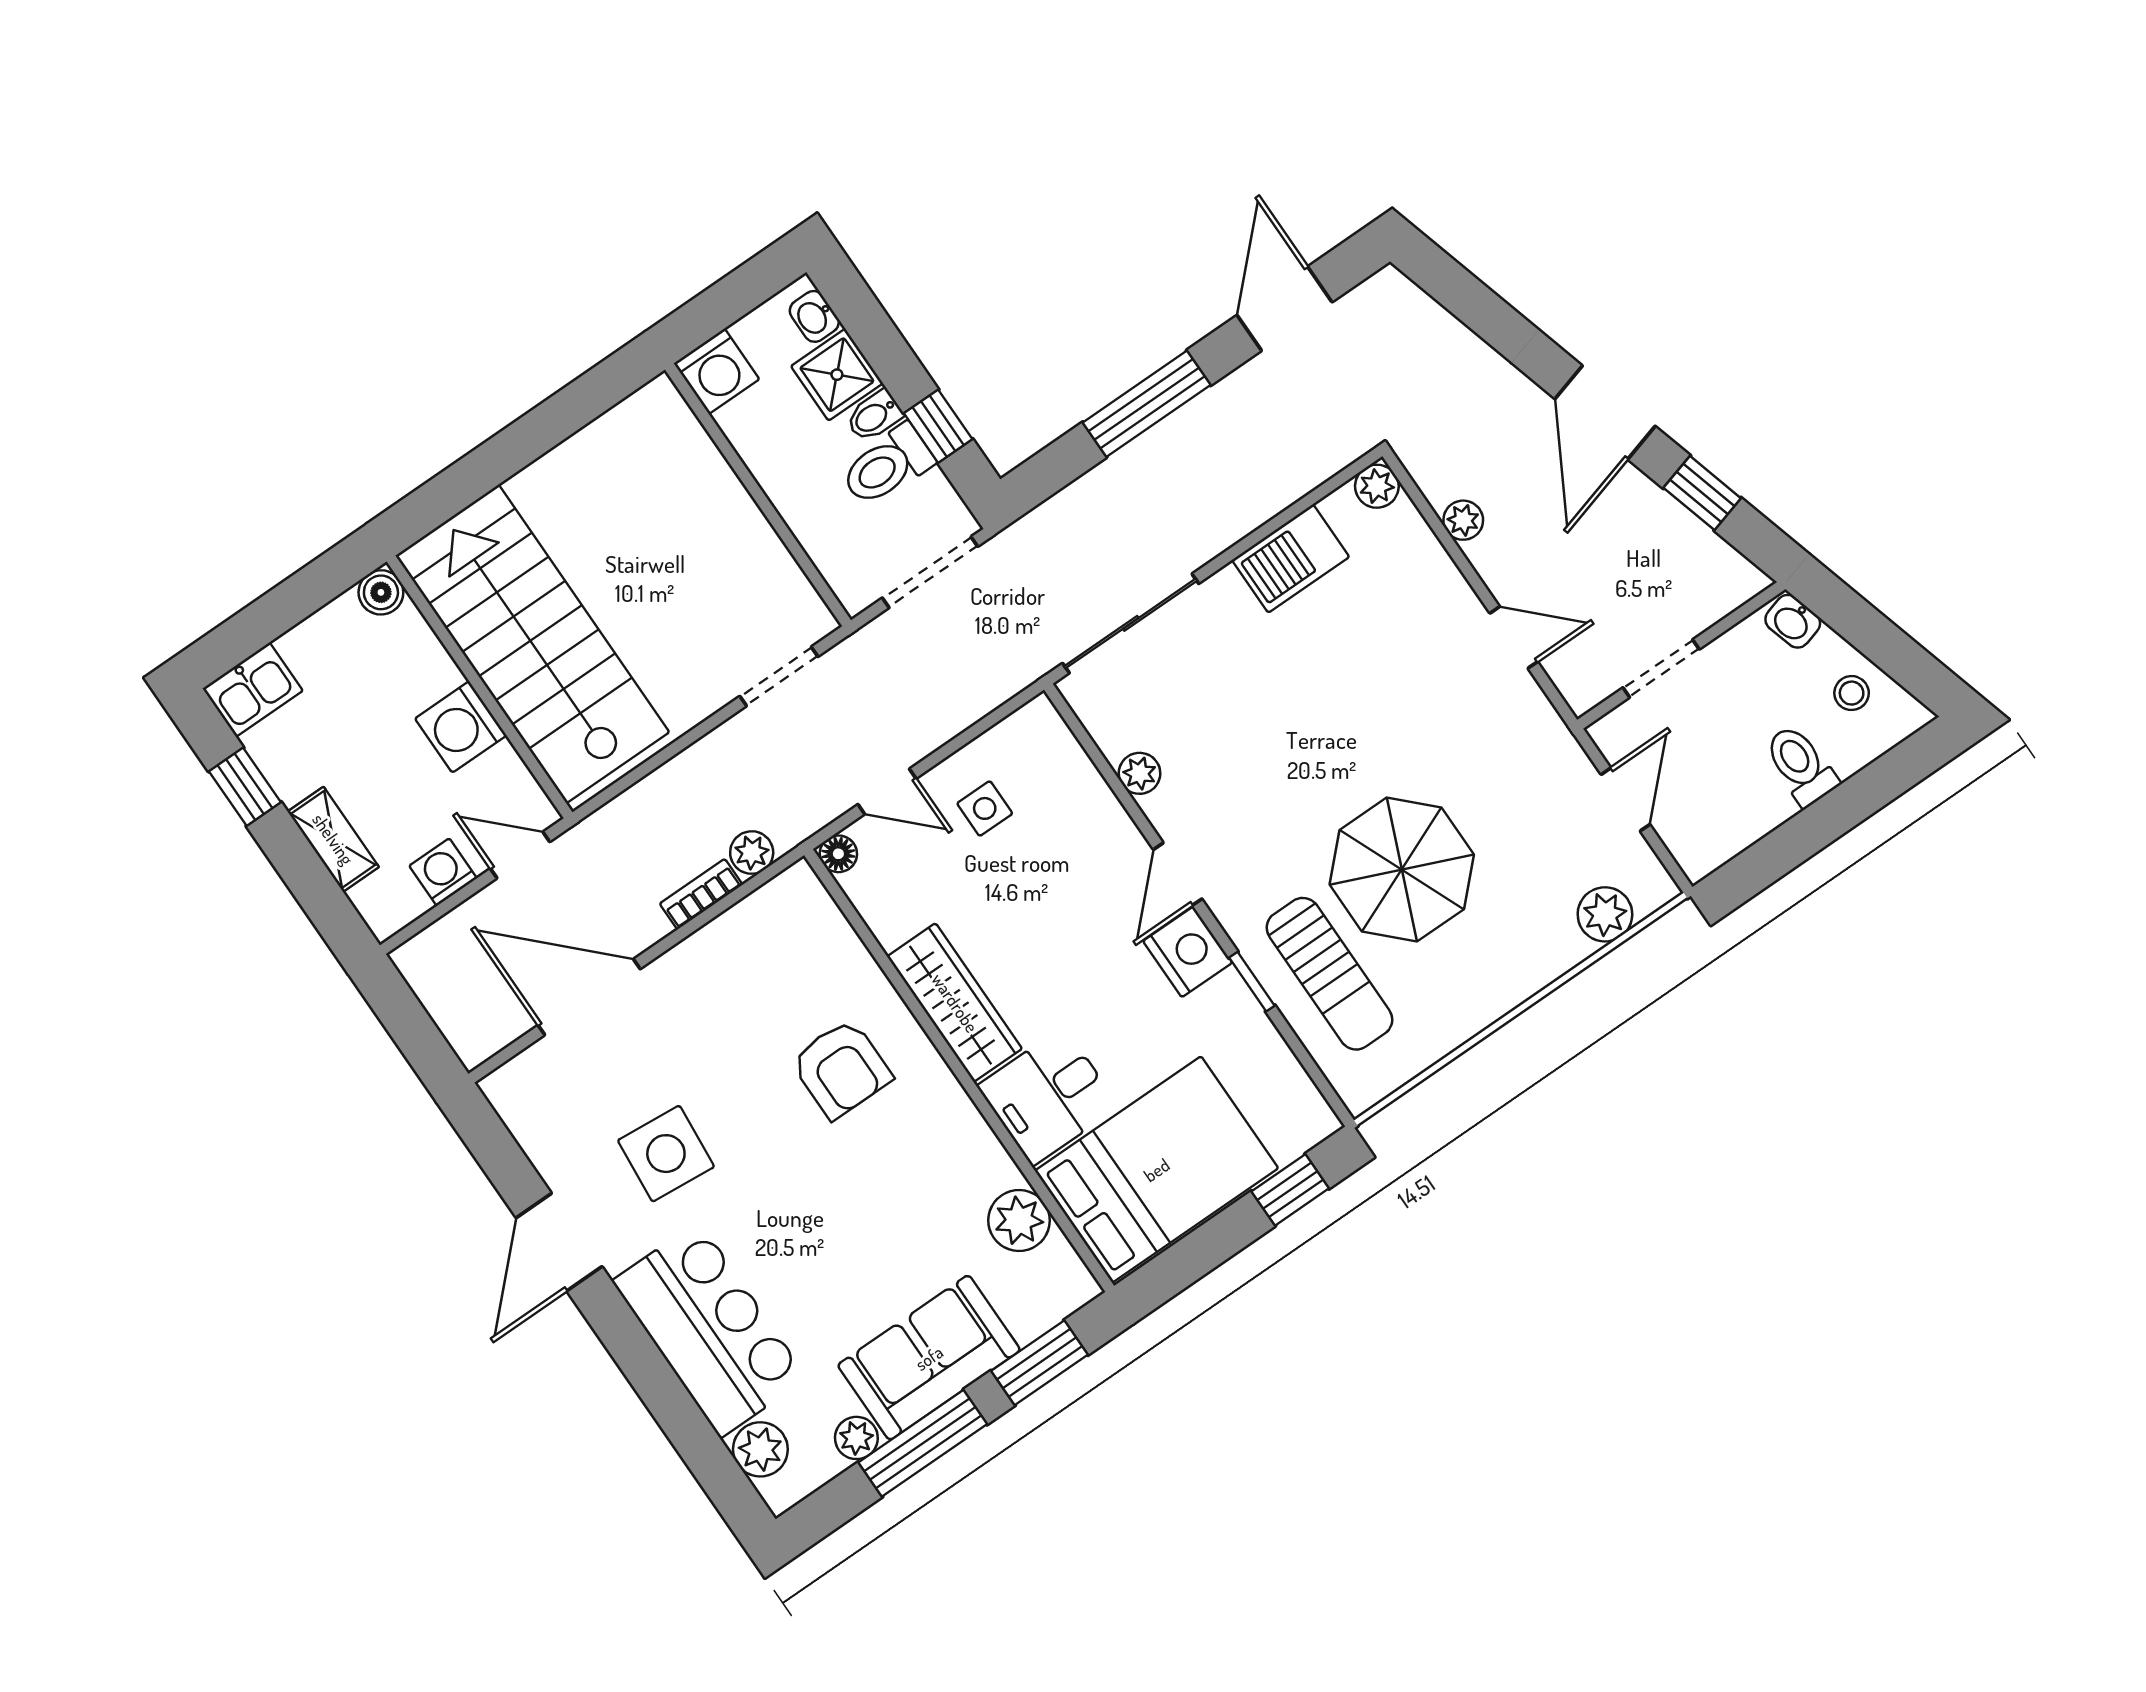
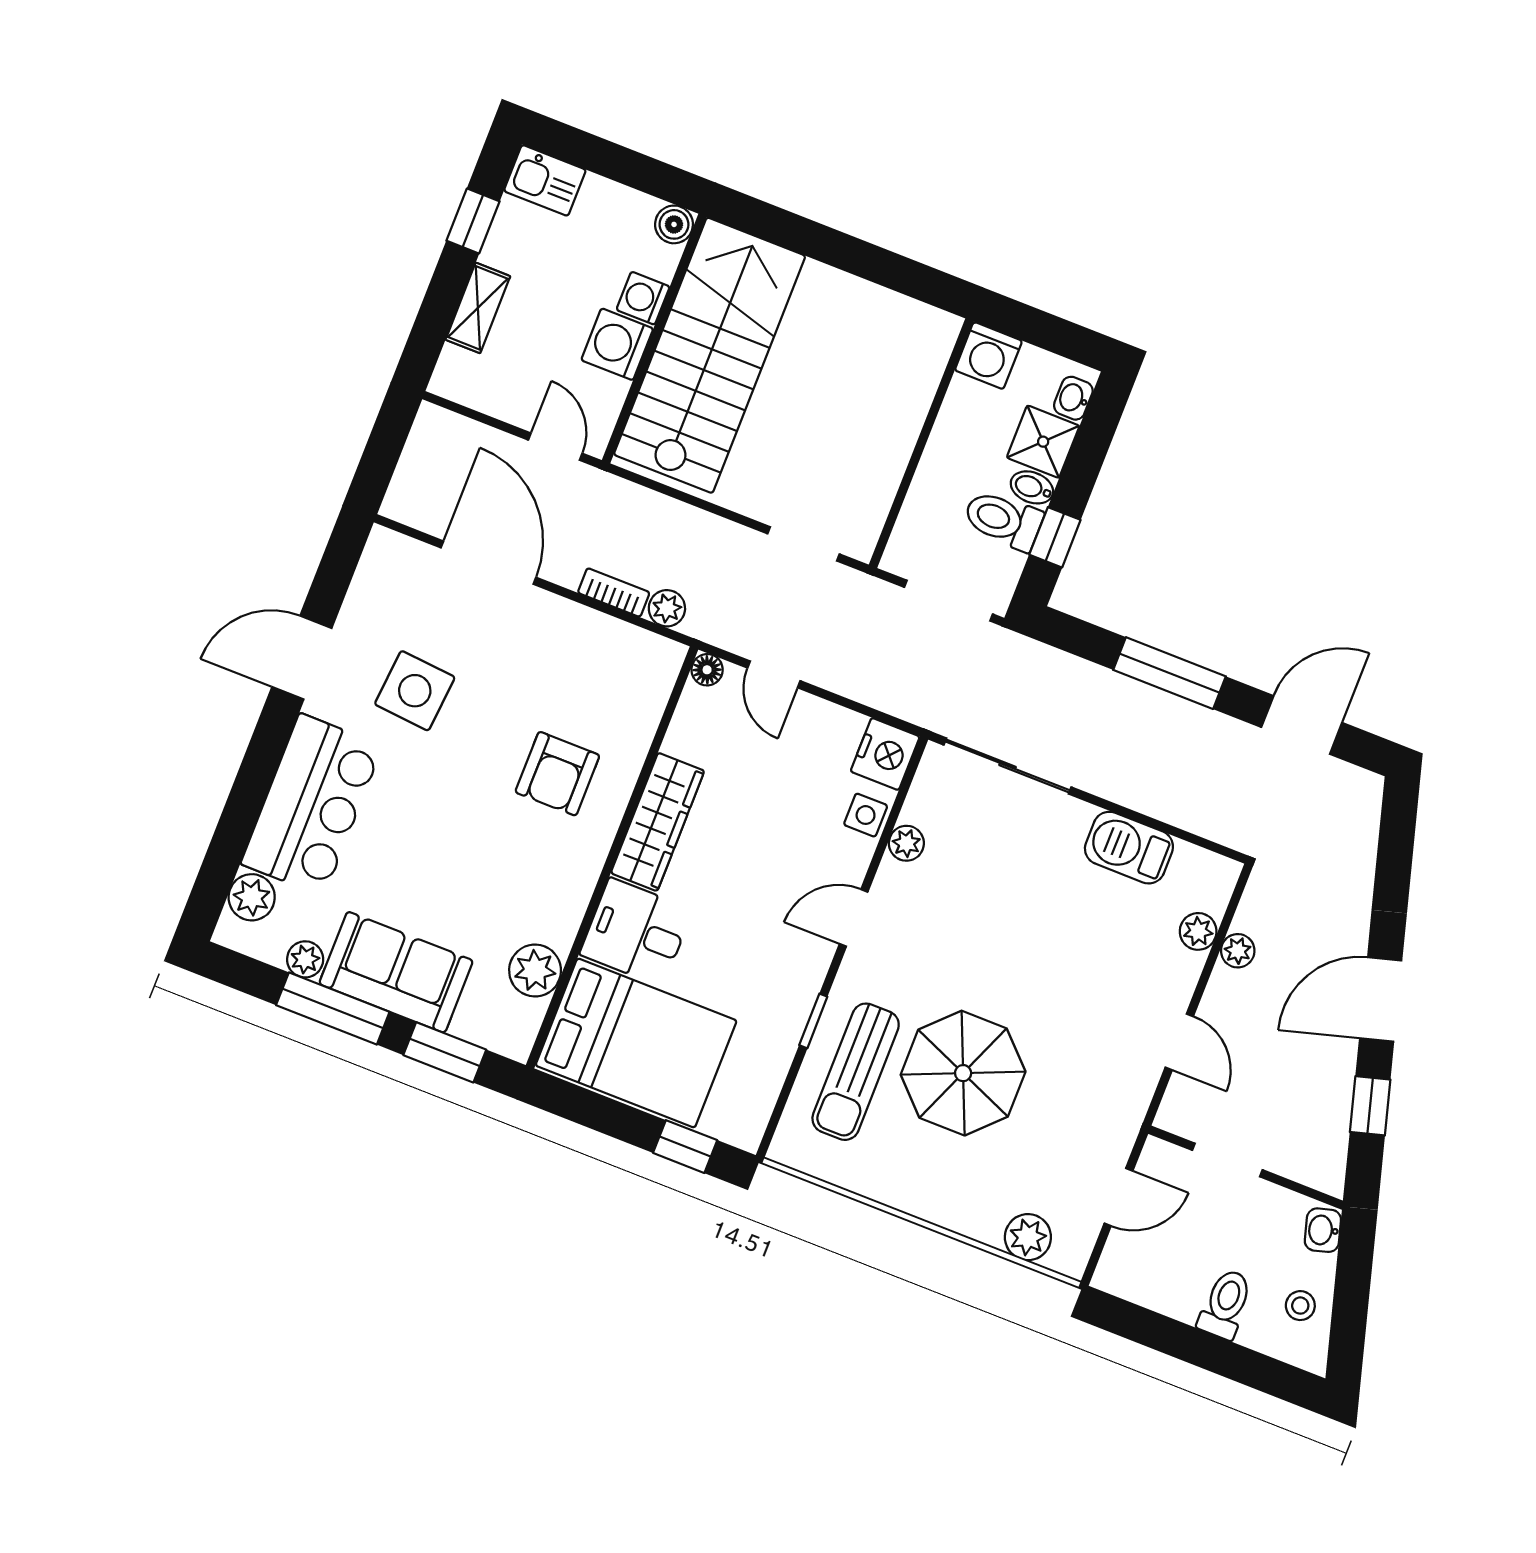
plant: (1377, 486) -> (1198, 931), moved
side table: (985, 808) -> (866, 815), moved
washing machine: (443, 872) -> (643, 298), moved, turned -90
nightstand: (1188, 952) -> (885, 754), moved

